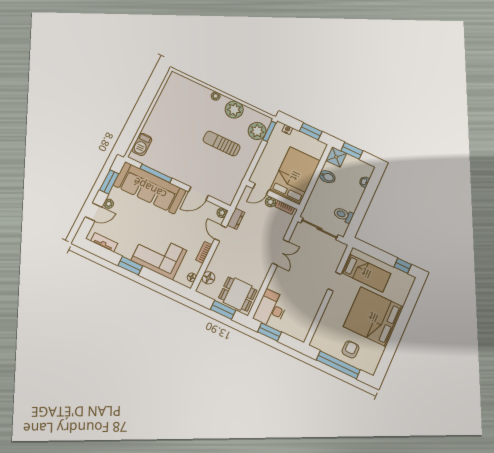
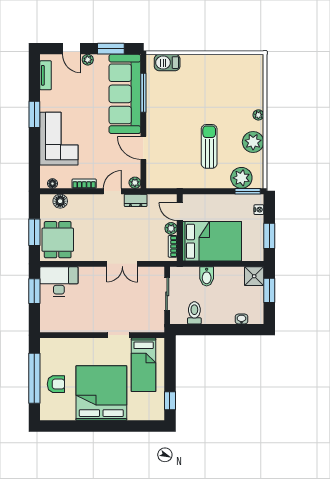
bidet: (327, 177) -> (207, 276), moved
sliding door: (319, 229) -> (167, 294), width x0.73

